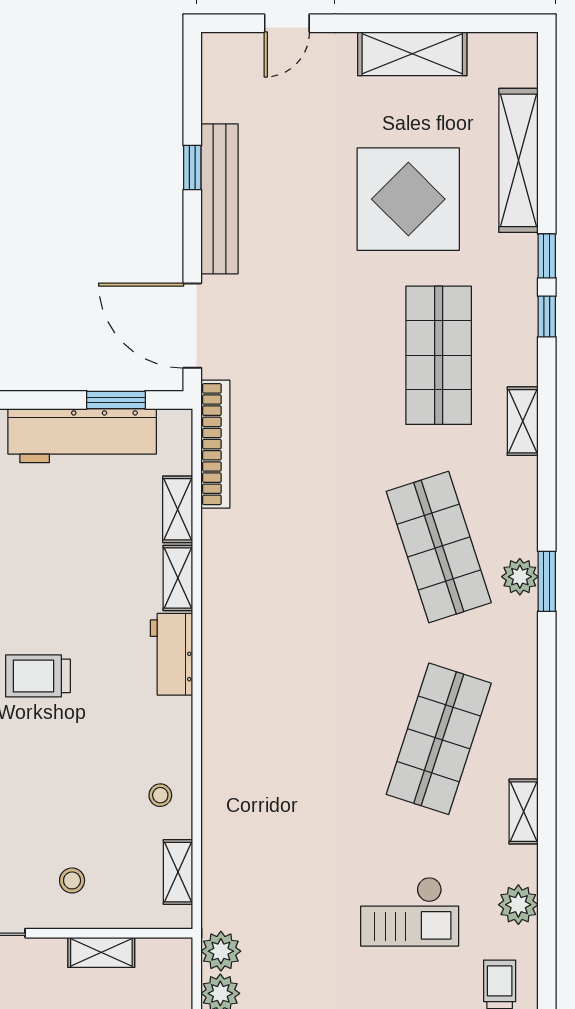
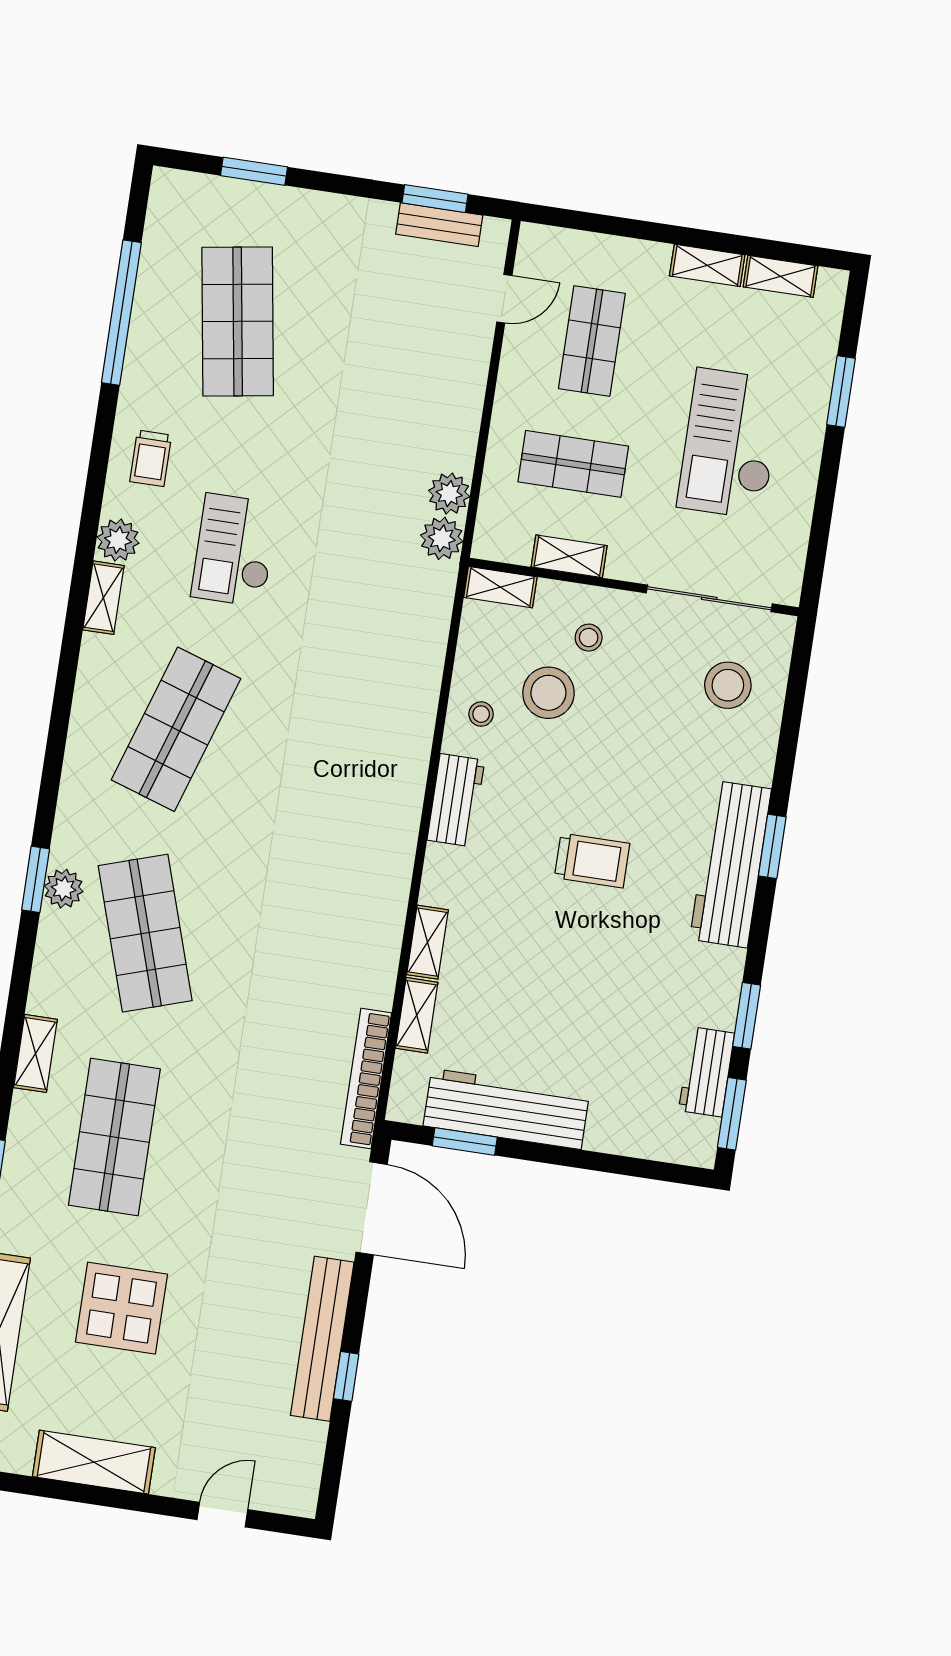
display table: (408, 199) -> (122, 1308), width x0.73, depth x0.73
workbench: (172, 654) -> (456, 800), moved
shelving: (524, 812) -> (103, 598), moved
stool: (101, 824) -> (548, 693), added
shelving: (178, 872) -> (500, 587), moved, turned 90
checkout: (410, 912) -> (235, 550), turned -90

